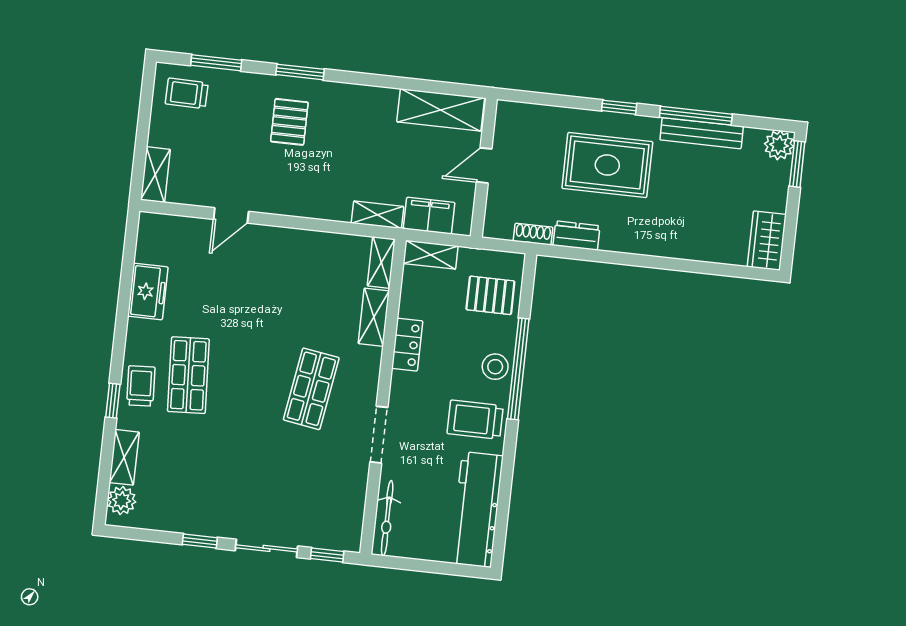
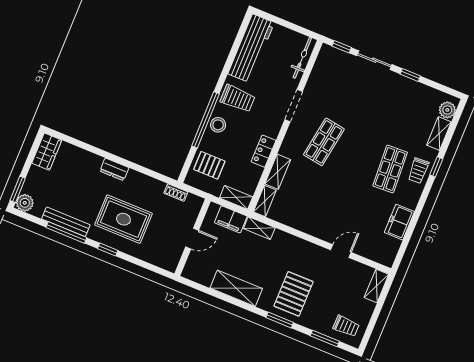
shelving: (441, 110) -> (236, 288), moved
pallet: (289, 122) -> (294, 294), width x1.50, depth x1.42
dresser: (576, 236) -> (114, 169), moved

